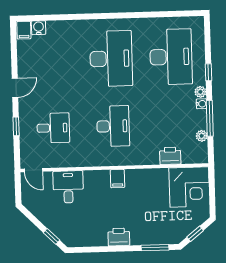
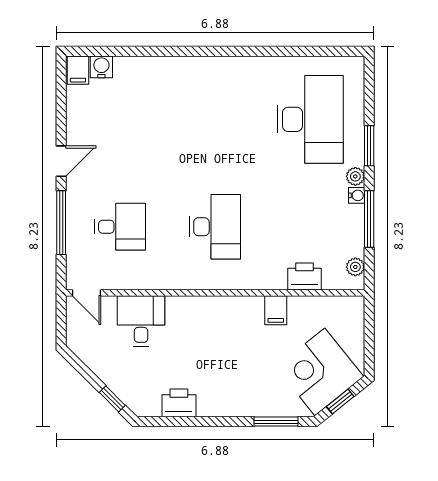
desk: (111, 59) -> (215, 119), removed
window: (208, 72) -> (369, 146), width x1.50
window: (16, 126) -> (61, 223), width x2.17
plant: (202, 136) -> (355, 267), moved
filing cabinet: (117, 179) -> (276, 310), moved
corner desk: (189, 187) -> (320, 372), moved, turned 141
printer: (119, 237) -> (179, 403), moved

